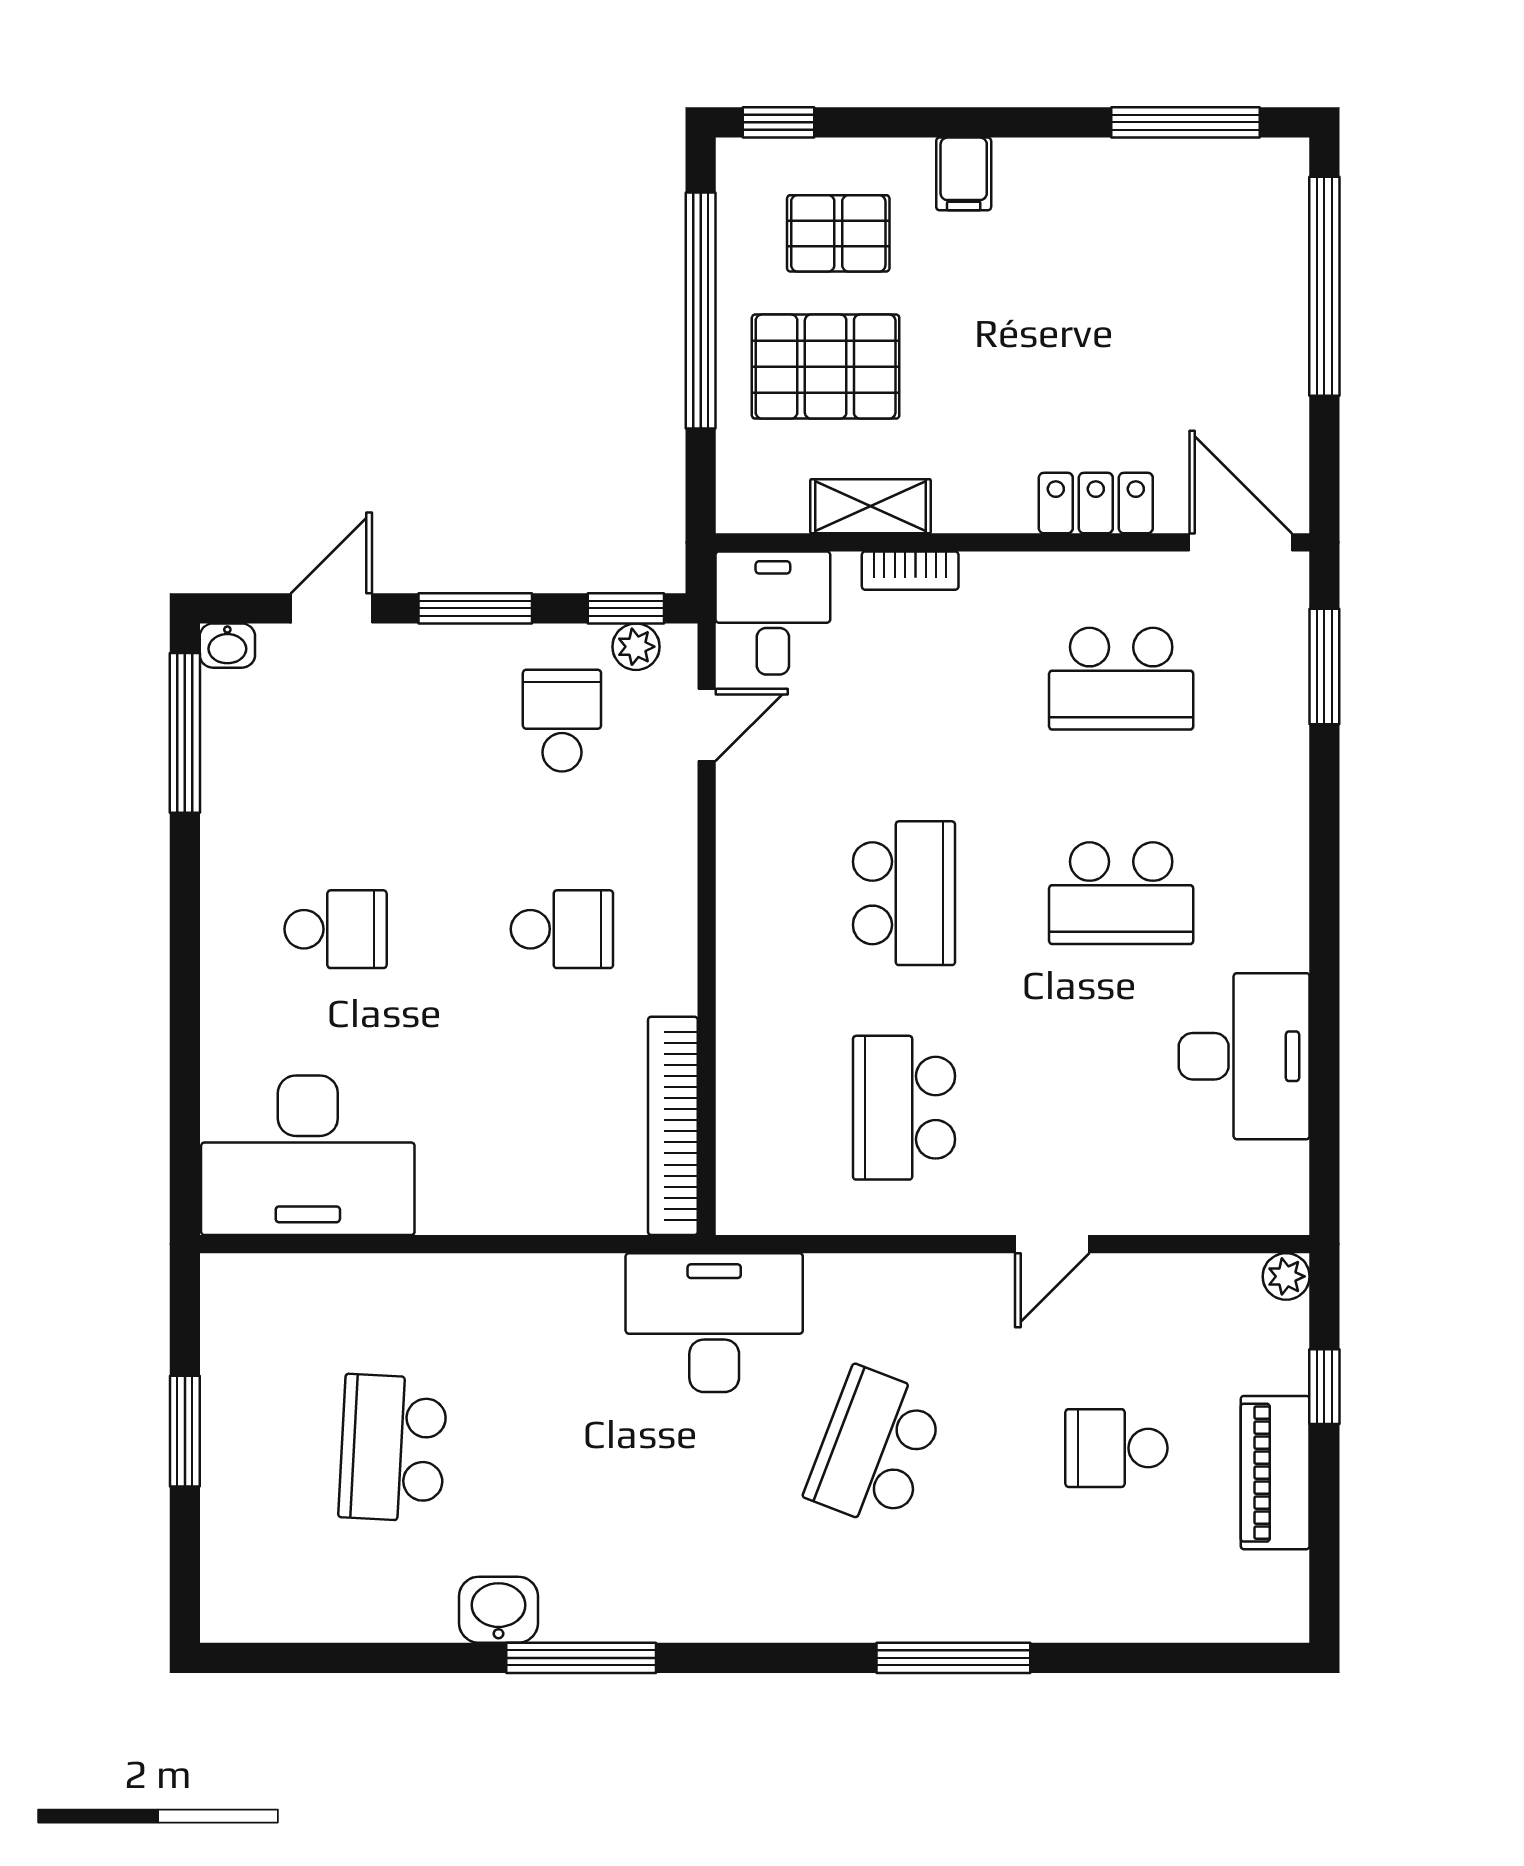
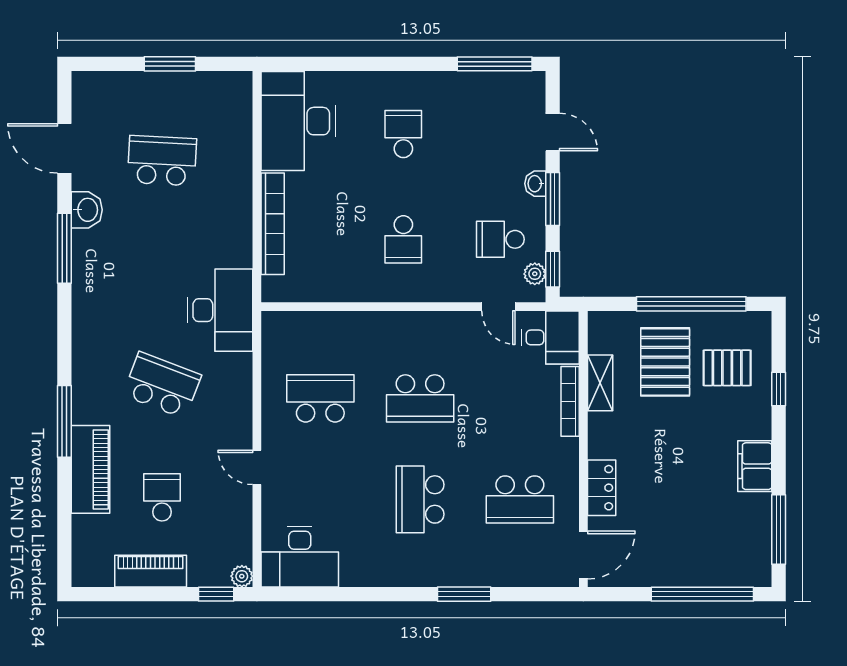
window: (778, 122) -> (779, 389), moved
filing cabinet: (964, 174) -> (755, 466), moved, width x2.00
pallet: (838, 233) -> (727, 368), turned 90
bookcase: (910, 571) -> (570, 401), width x1.56
washbasin: (227, 646) -> (535, 184), moved
window: (1324, 666) -> (464, 594), moved
school desk: (1121, 679) -> (520, 499), turned -90
school desk: (562, 721) -> (500, 239), turned 180
school desk: (336, 929) -> (403, 134), turned 180
desk: (1244, 1056) -> (300, 557), moved
bookcase: (673, 1126) -> (273, 224), moved, turned 90
window: (1324, 1387) -> (216, 594), moved
piano: (1057, 1602) -> (90, 469), added
door: (367, 1658) -> (64, 148), added

